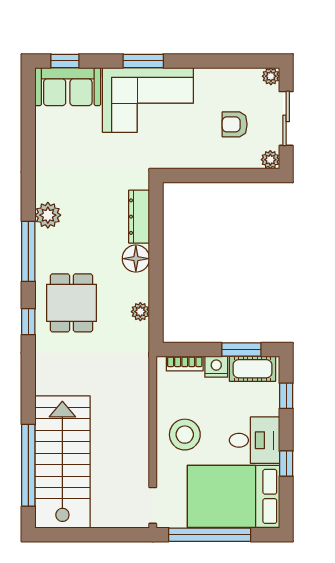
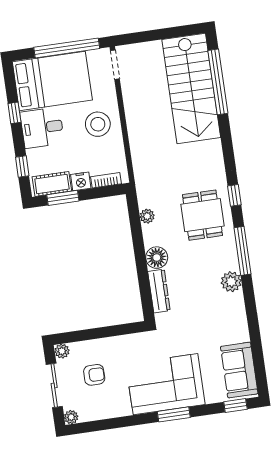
sofa: (68, 87) -> (239, 370), moved, turned -90

